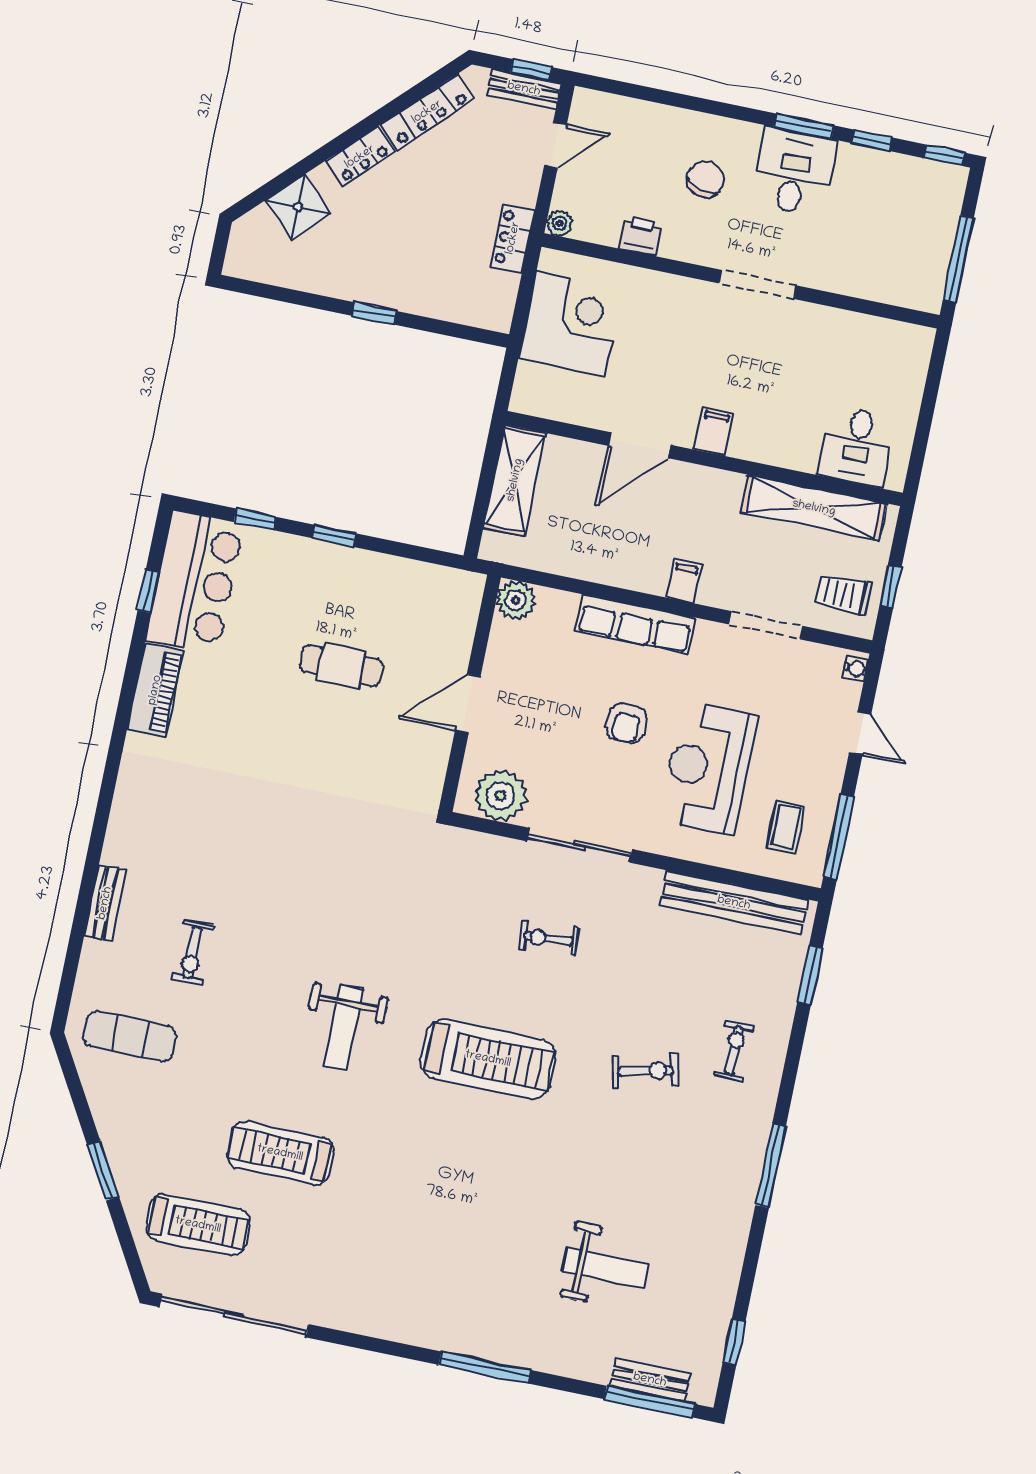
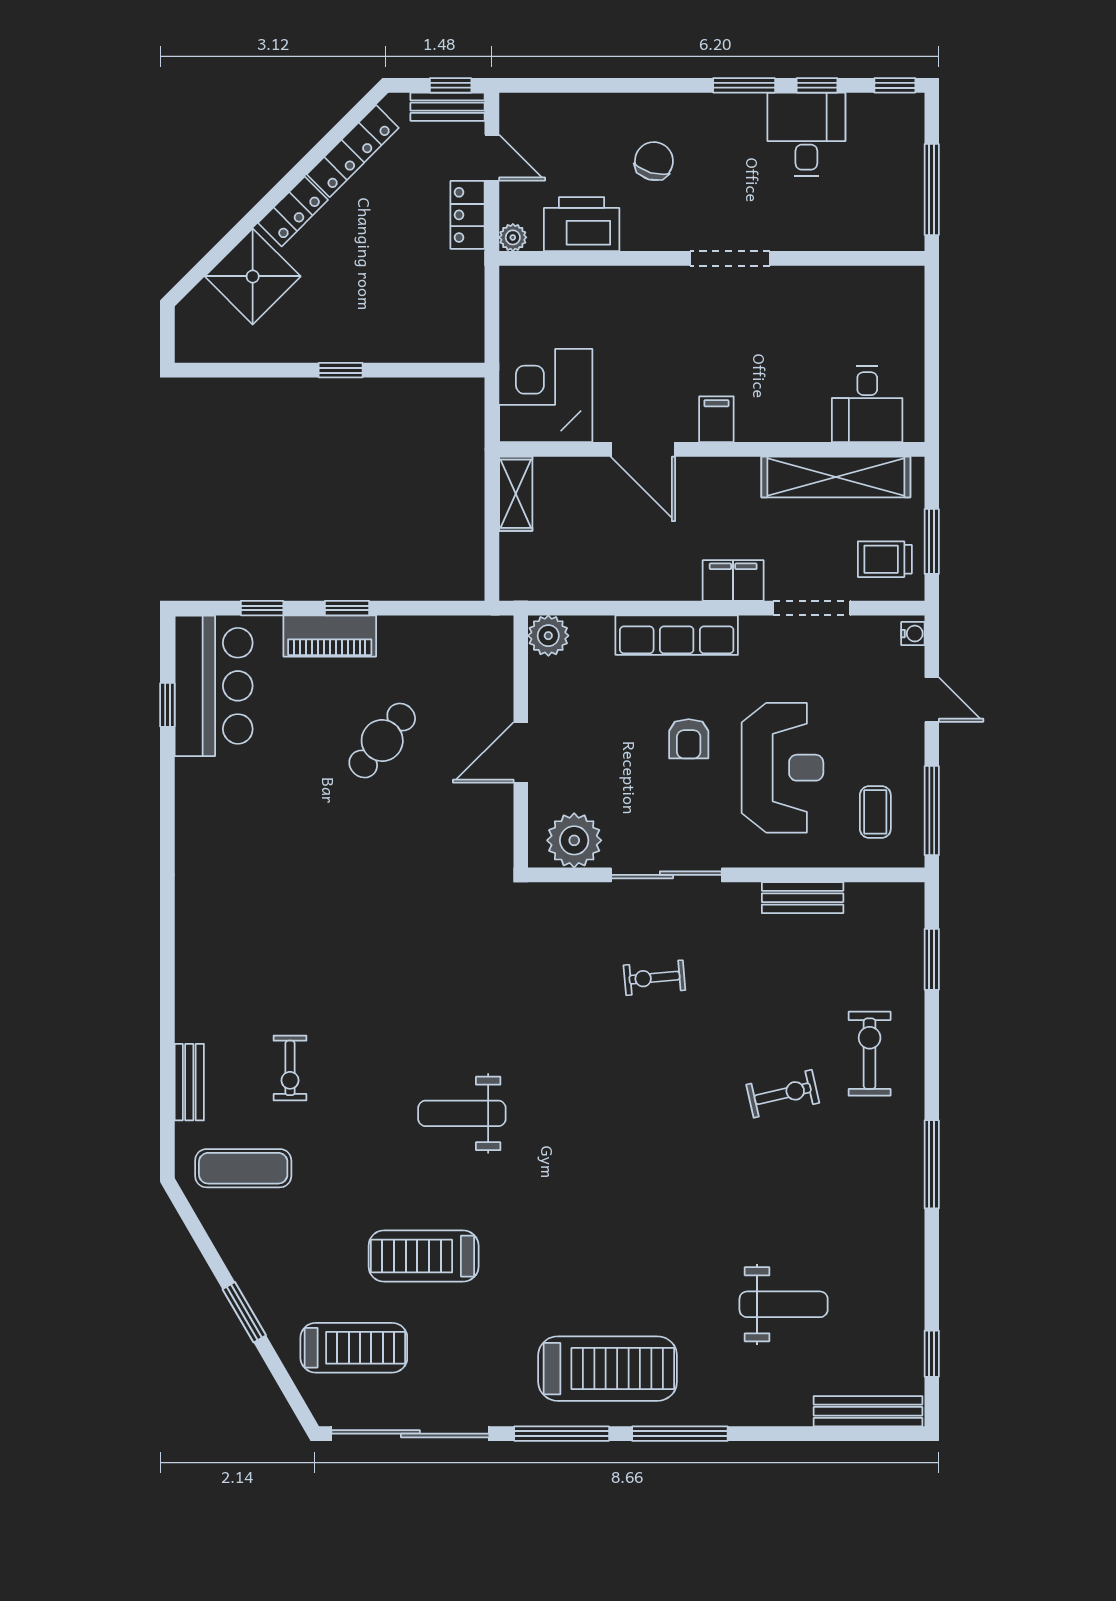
door: (555, 145) -> (492, 158), hinge flipped
desk: (794, 172) -> (806, 134), moved
shower: (298, 207) -> (253, 276), width x1.36, depth x1.36
printer: (641, 236) -> (582, 224), width x1.87, depth x1.48
locker: (513, 238) -> (468, 215), moved
corner desk: (571, 324) -> (546, 396), moved, turned -90
door: (640, 445) -> (643, 449), hinge flipped
shelving: (515, 480) -> (516, 494), width x0.67, depth x0.75
filing cabinet: (684, 582) -> (733, 581), width x2.00
window: (890, 586) -> (932, 541), width x1.50
cafe table: (341, 666) -> (382, 741), turned -51
piano: (155, 690) -> (330, 636), moved, turned 90
reception desk: (708, 768) -> (782, 768), turned 180
bench: (105, 903) -> (189, 1082), moved
bench: (734, 903) -> (803, 898), width x0.54, depth x0.82
weight bench: (344, 1028) -> (462, 1113), turned 90
exercise bike: (734, 1051) -> (870, 1054), width x1.38, depth x1.39
treadmill: (488, 1059) -> (608, 1369), moved
bench: (650, 1380) -> (868, 1411), width x1.36
window: (650, 1402) -> (562, 1434), moved

